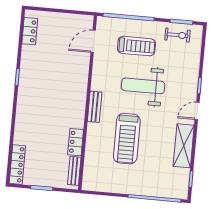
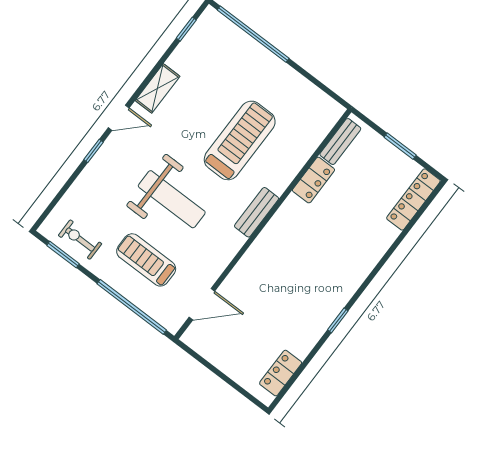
shelving: (184, 146) -> (158, 88), width x0.67, depth x0.75

